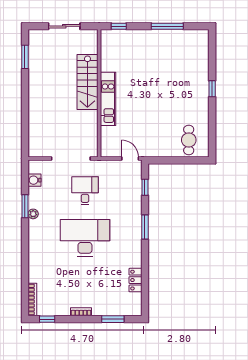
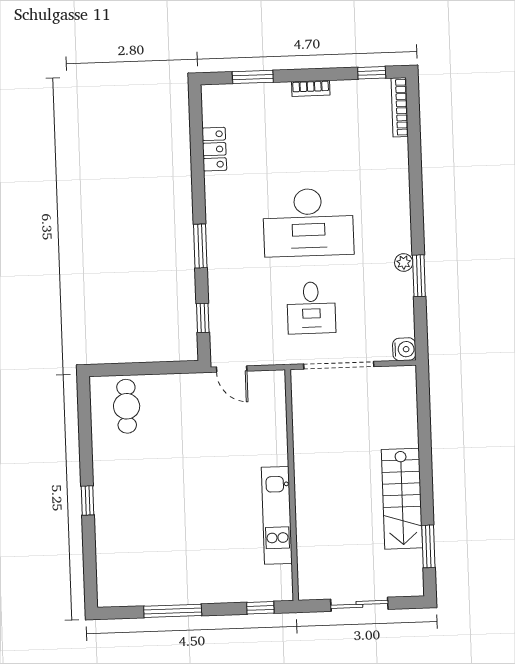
stairs: (87, 82) -> (402, 499), moved, turned 180
kitchen unit: (108, 99) -> (277, 515), moved
water cooler: (34, 180) -> (404, 349), moved

